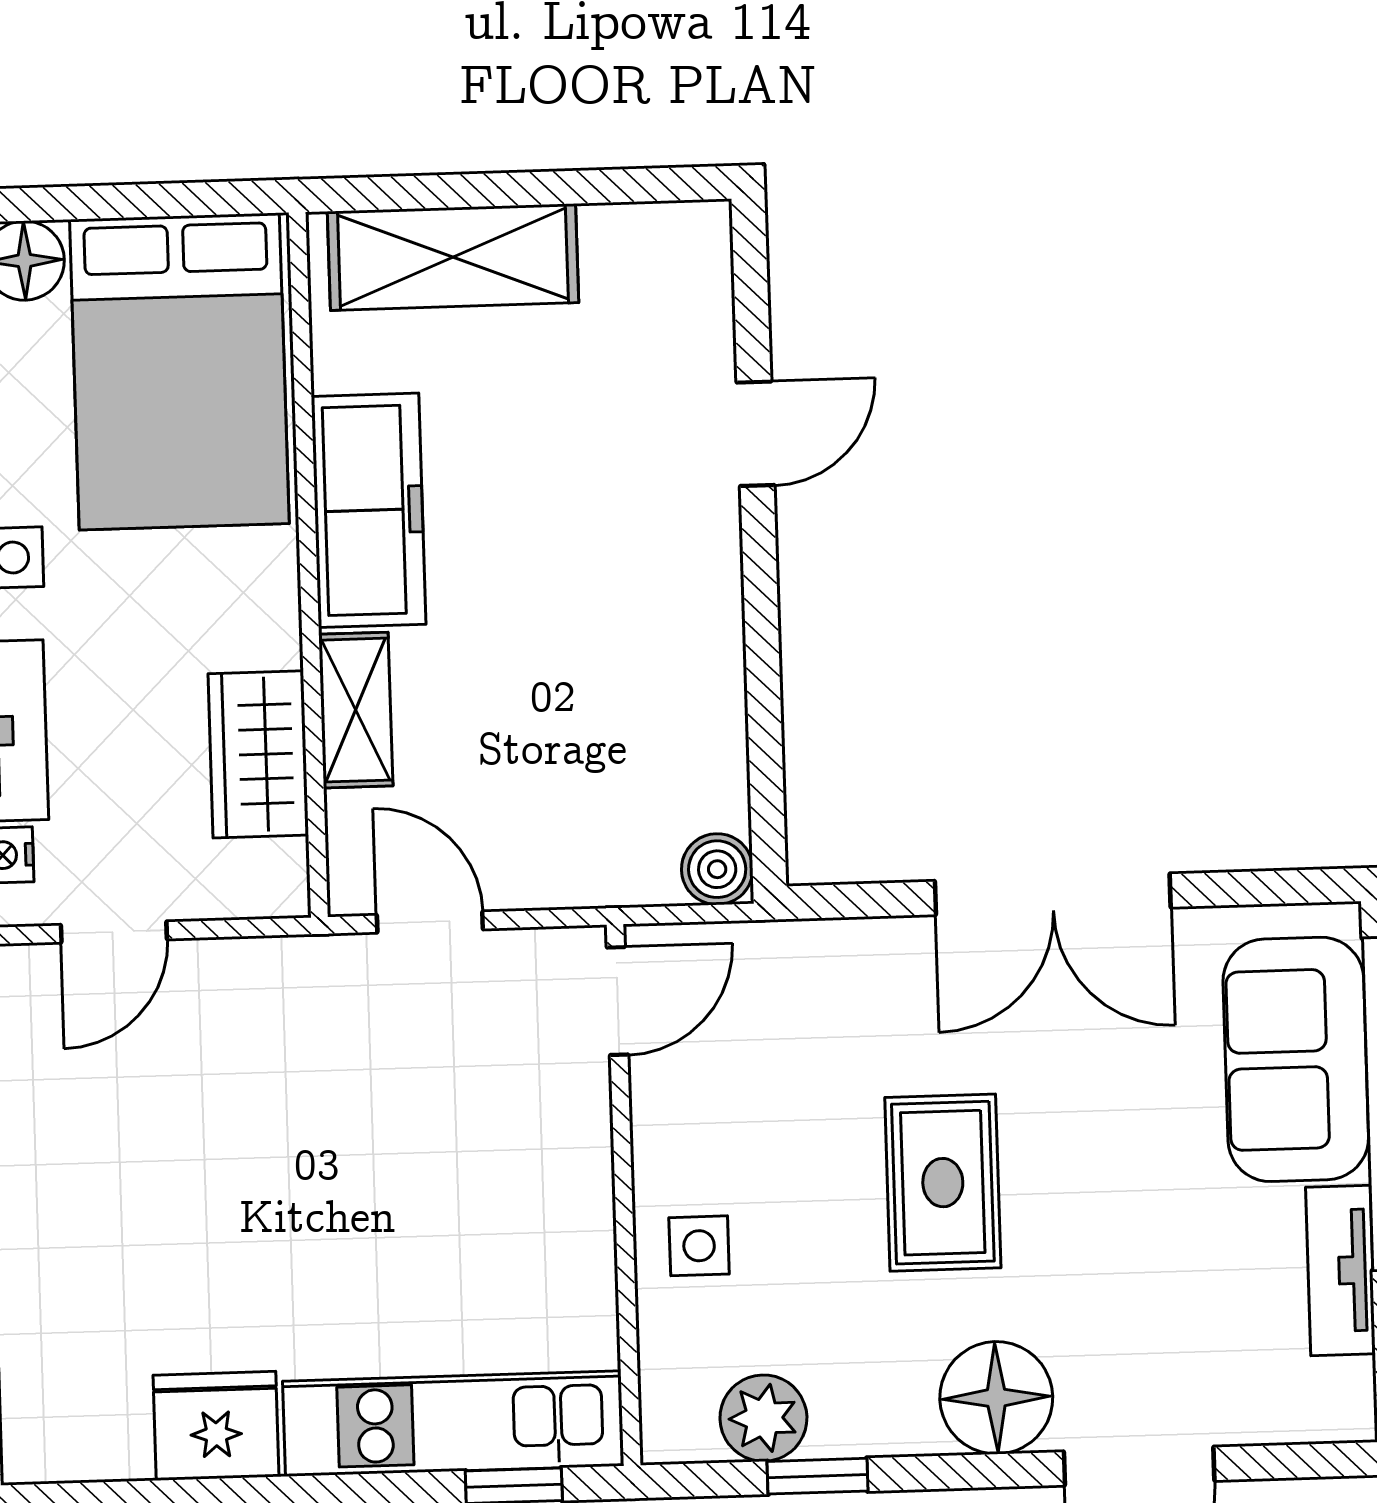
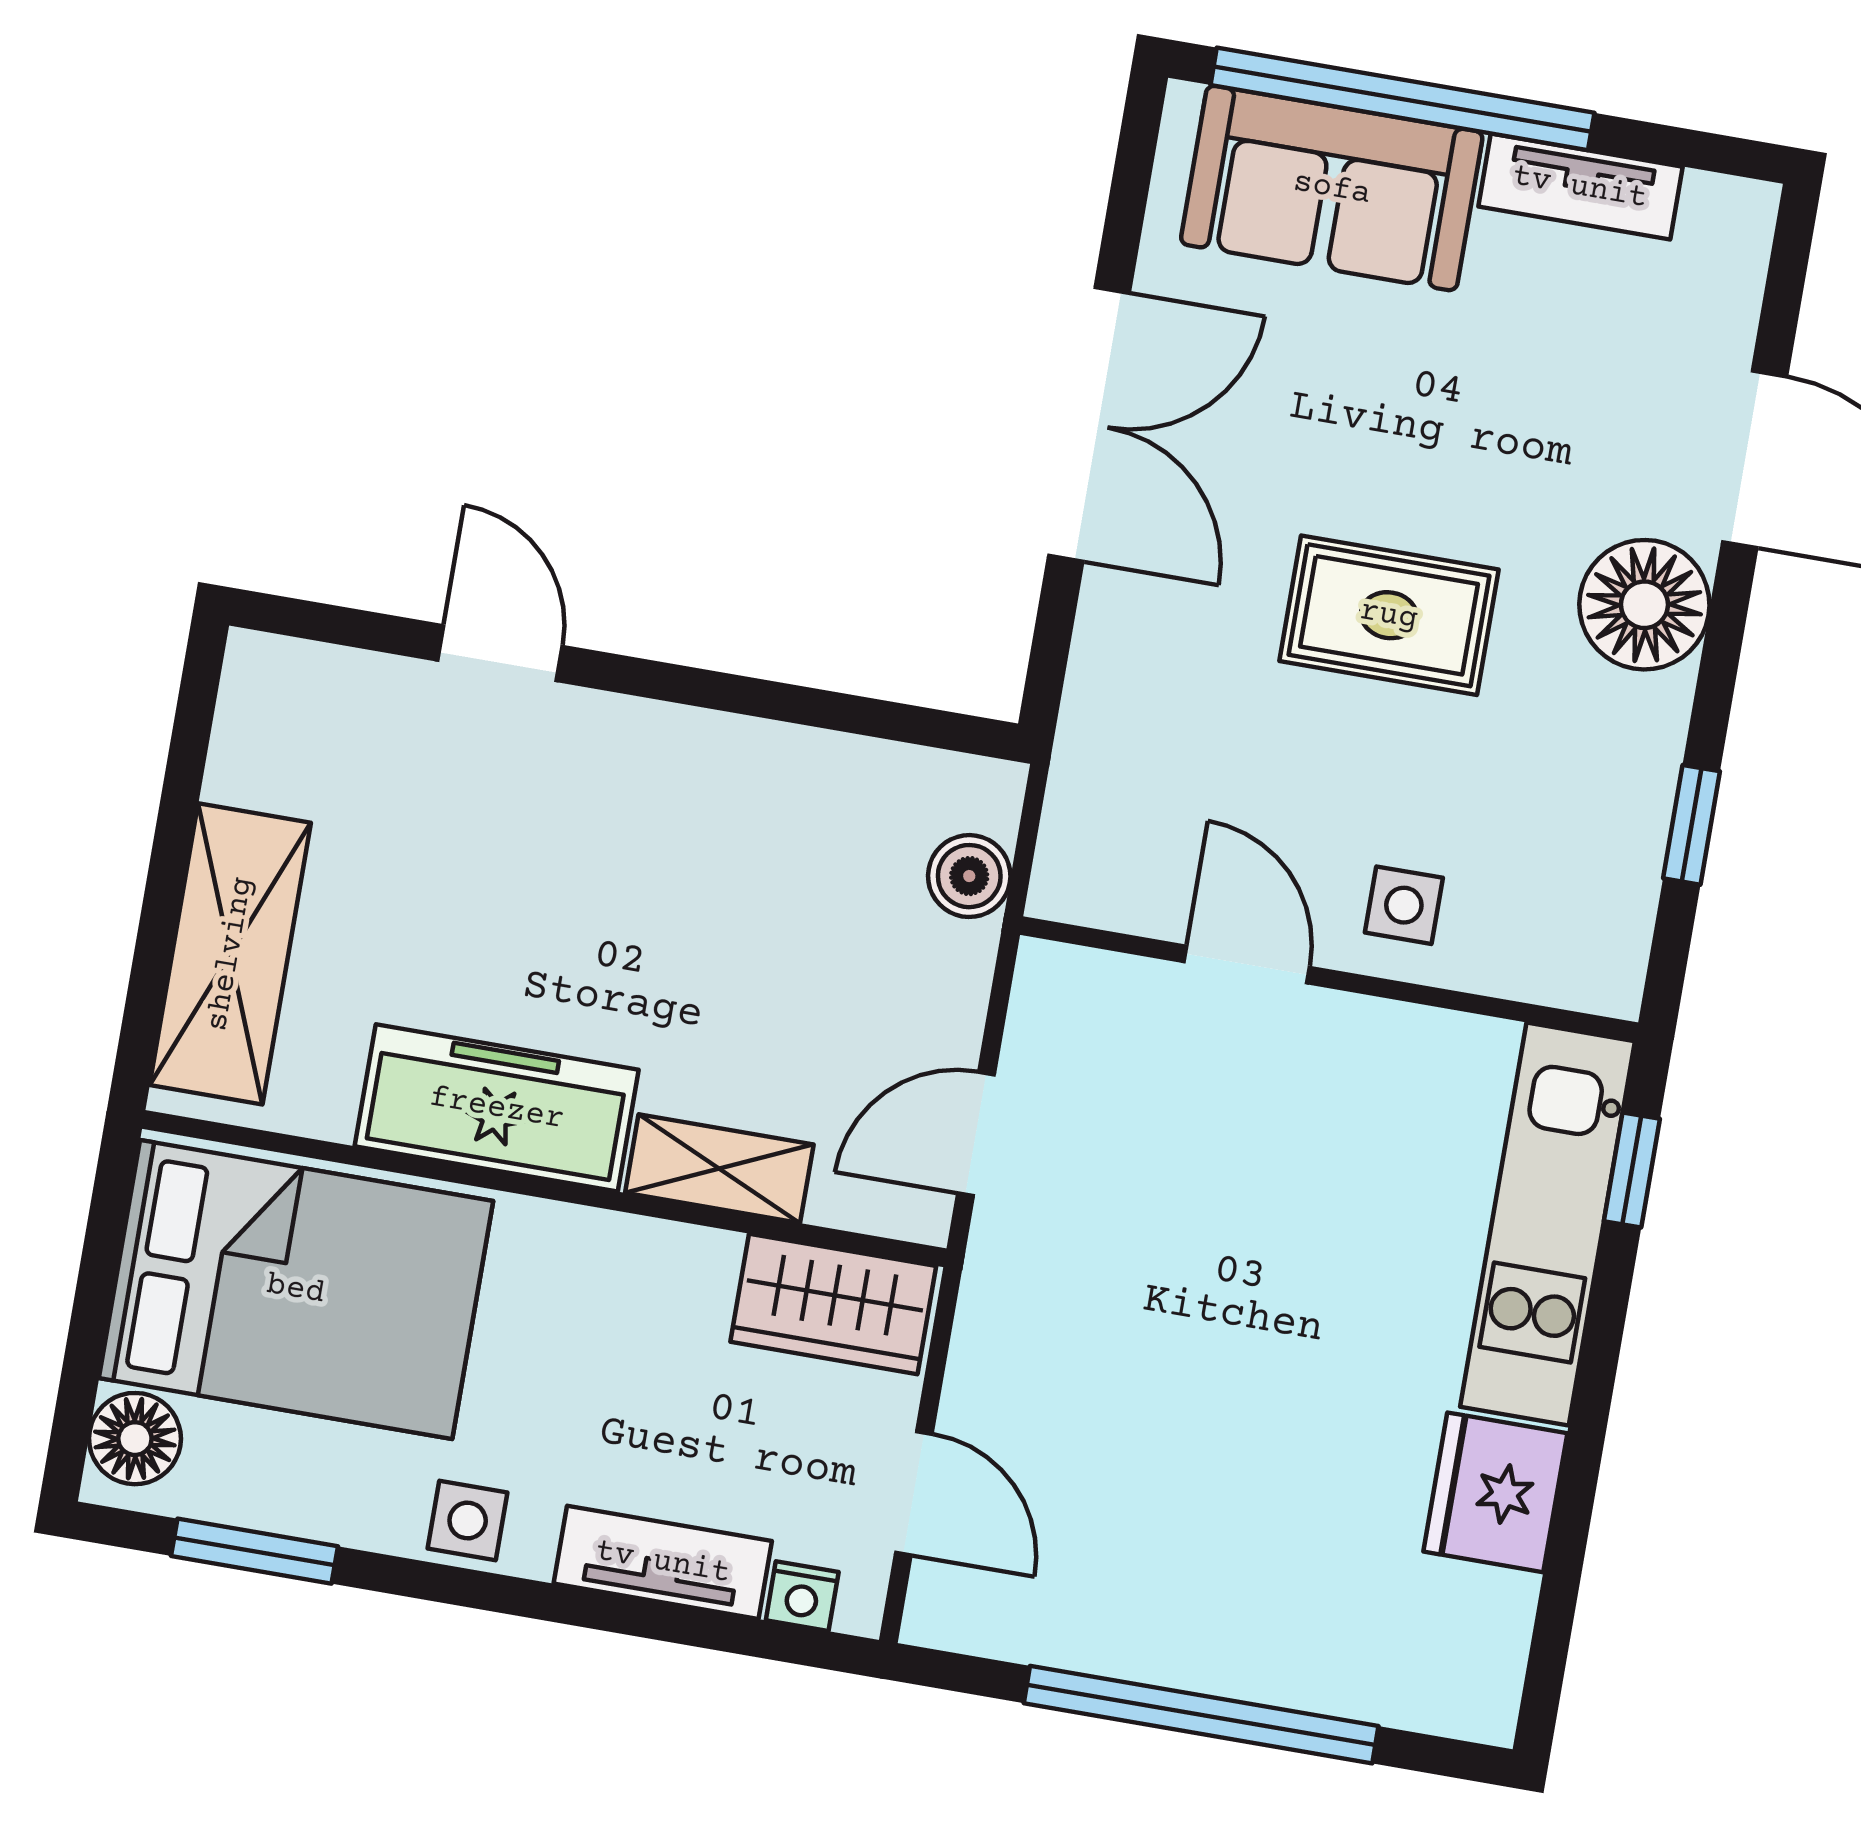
wardrobe: (258, 754) -> (833, 1304), moved
boiler: (717, 869) -> (969, 876), moved
door: (617, 1001) -> (1247, 964), moved
plant: (763, 1418) -> (1613, 872), removed

